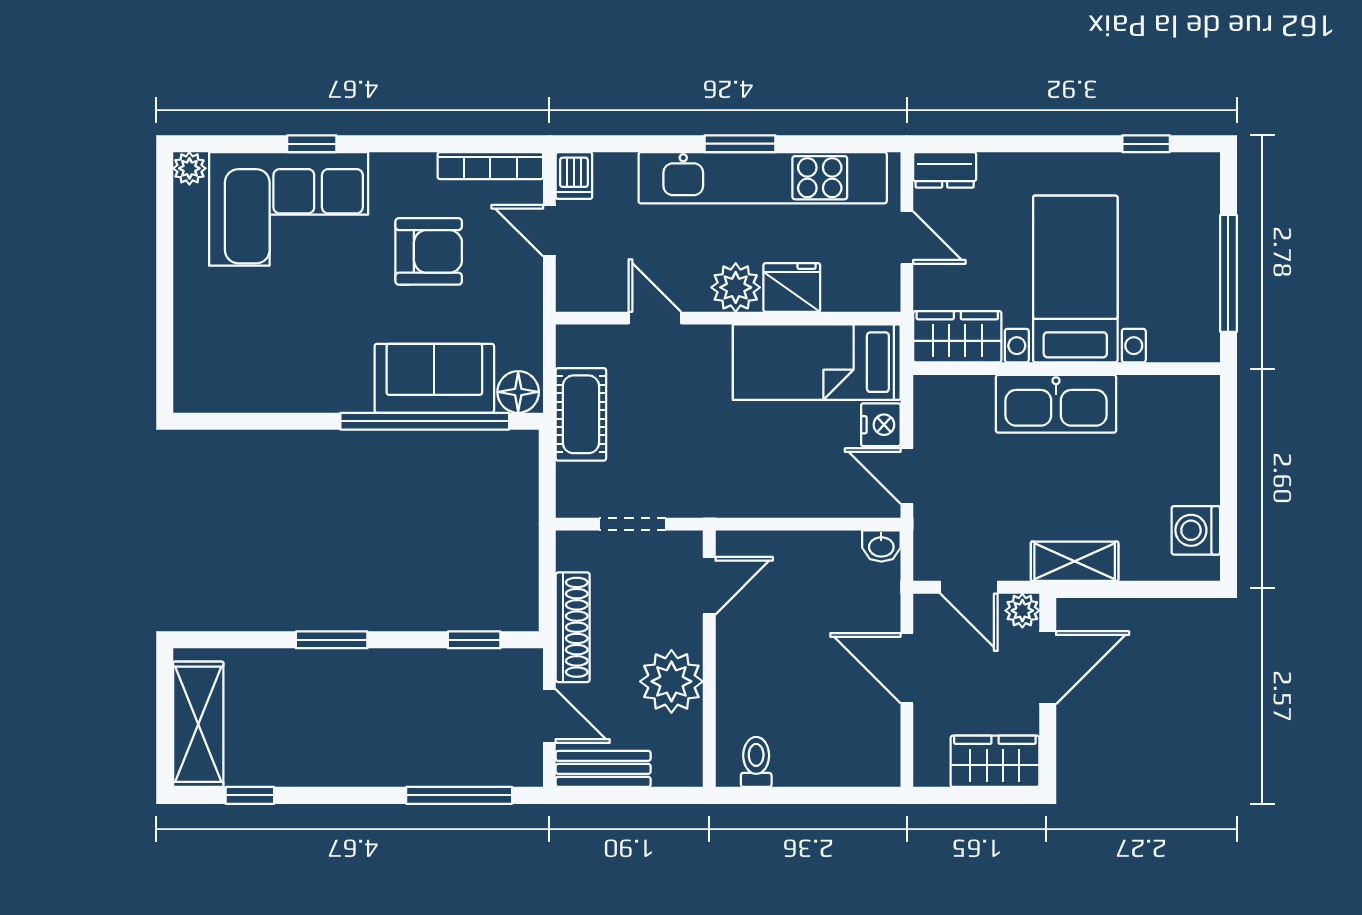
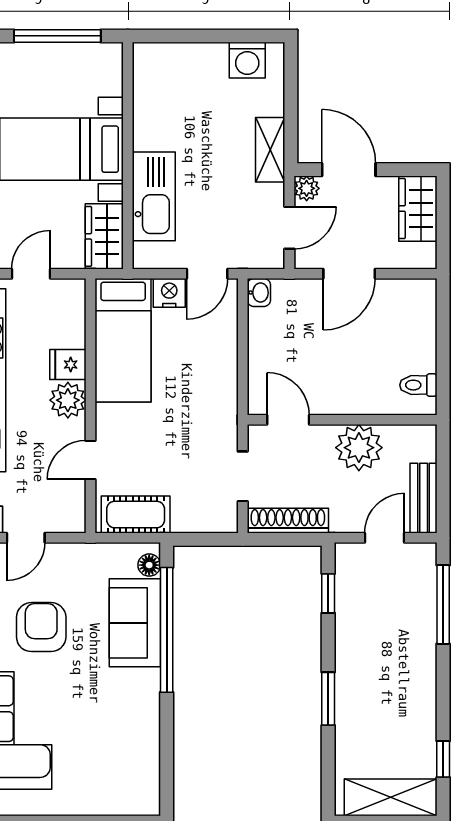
fridge: (792, 287) -> (68, 365), width x0.72
floor lamp: (518, 392) -> (149, 565), width x0.73, depth x0.73
kitchen sink: (1056, 404) -> (154, 196), moved
cot: (581, 414) -> (136, 515), moved
shoe rack: (573, 627) -> (288, 521), moved

